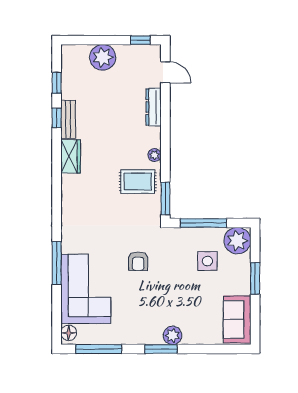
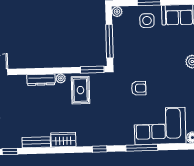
dresser: (154, 107) -> (41, 80), moved
window: (57, 118) -> (100, 149), moved
plant: (237, 241) -> (117, 12), width x0.53, depth x0.53
side table: (207, 261) -> (147, 21), moved

